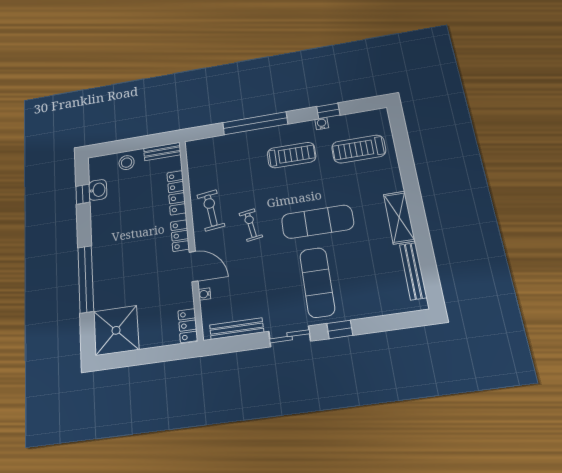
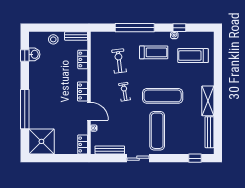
locker: (177, 193) -> (83, 59), width x0.66
exercise bike: (211, 210) -> (119, 61), moved
window: (340, 329) -> (195, 158), moved

